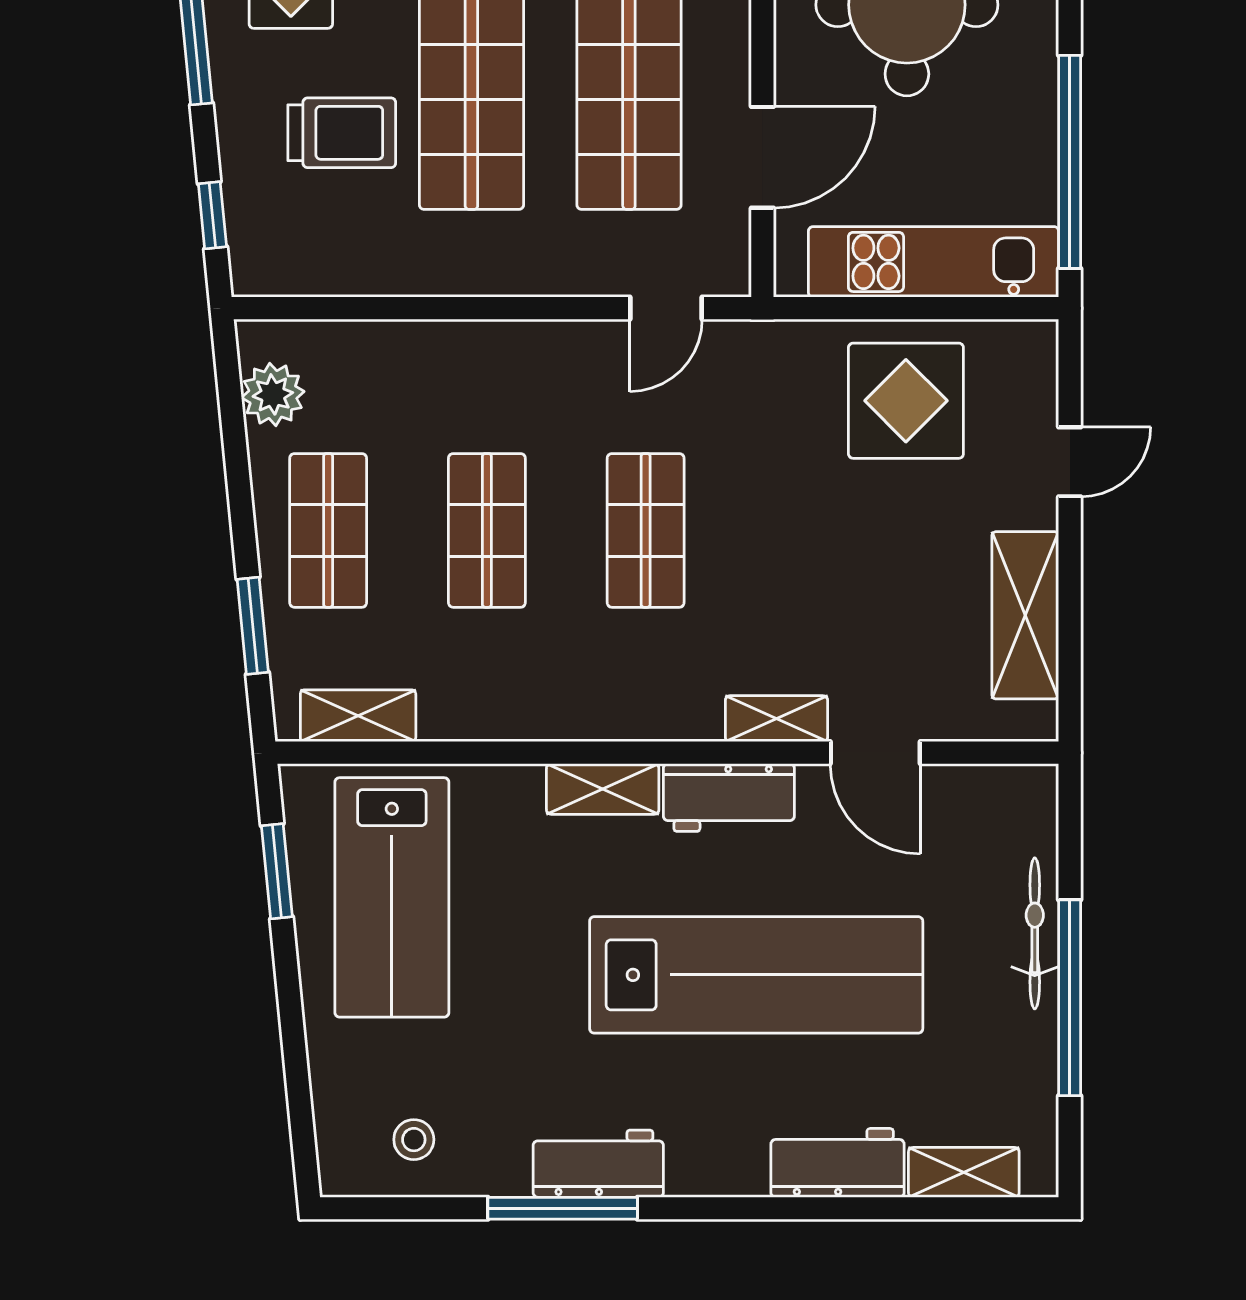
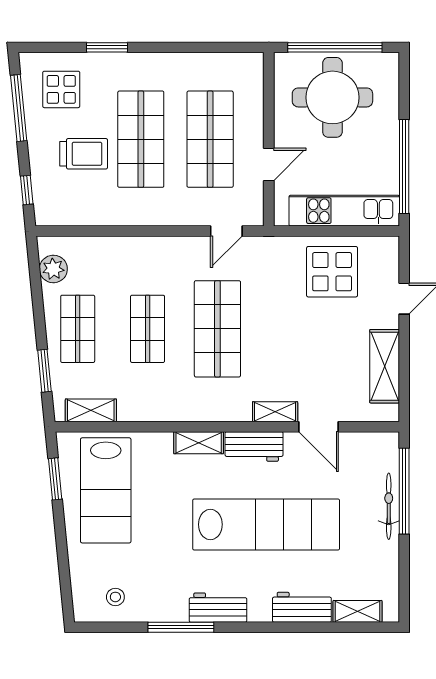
door: (762, 157) -> (269, 165), width x0.73
shop shelf: (646, 530) -> (217, 329), width x1.43, depth x1.36
window: (1070, 998) -> (404, 491), moved
workbench: (598, 1164) -> (218, 608), moved

